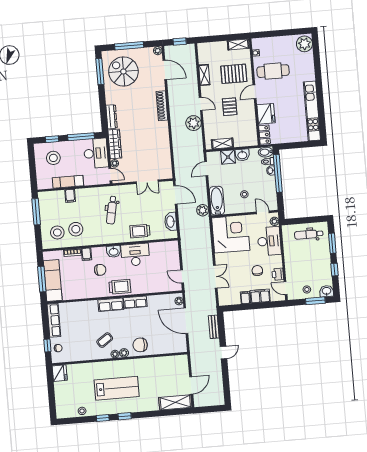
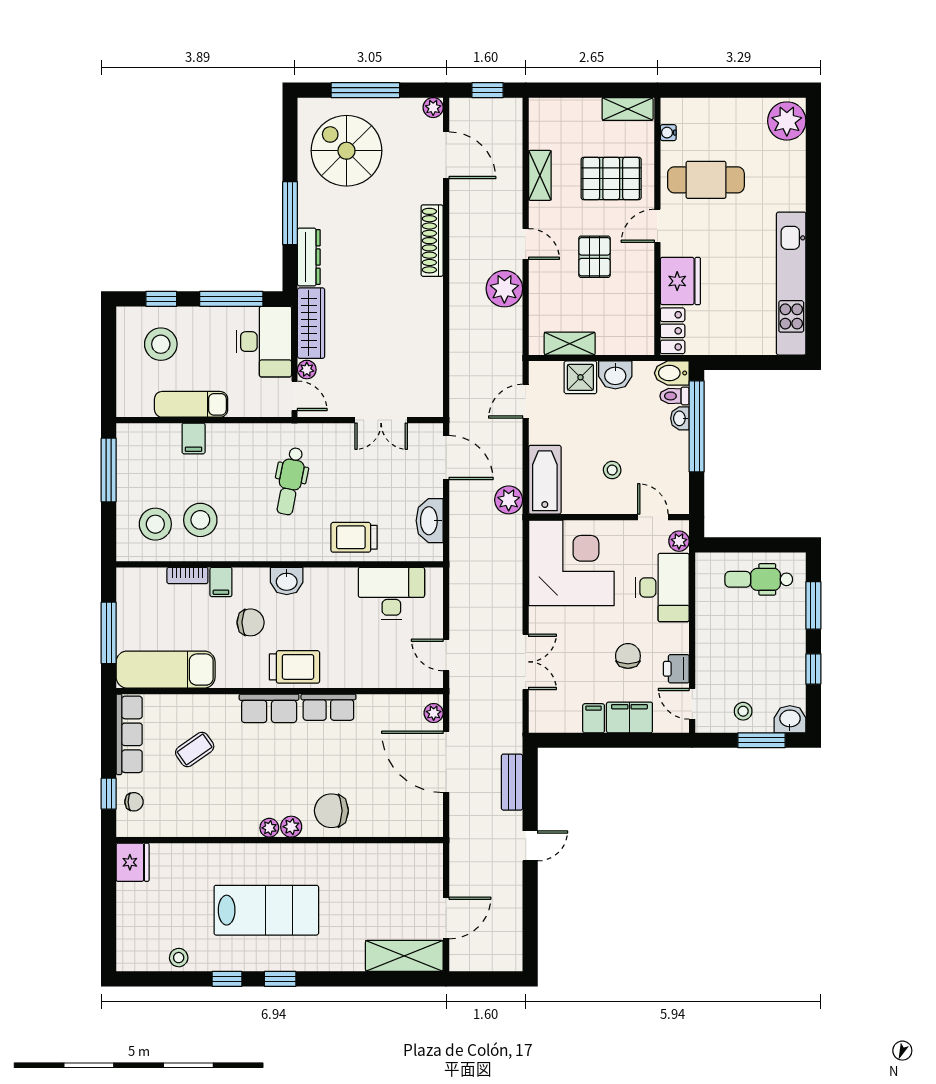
window: (100, 72) -> (290, 213), moved
desk: (135, 255) -> (391, 593), moved
exam couch: (53, 281) -> (166, 670), moved, turned -90
coffee table: (105, 340) -> (195, 750), moved

